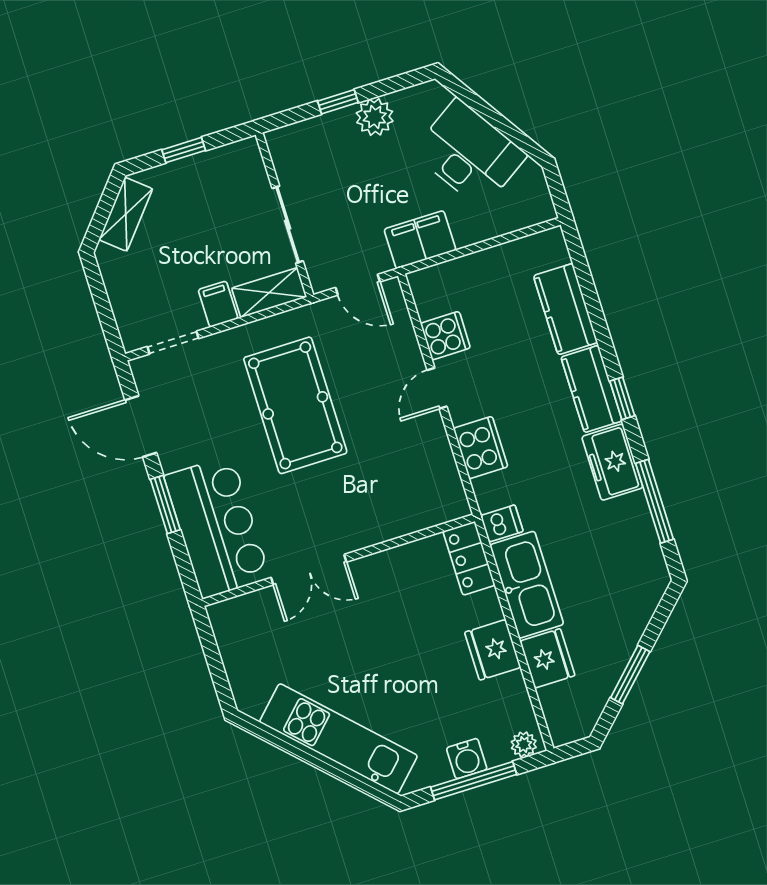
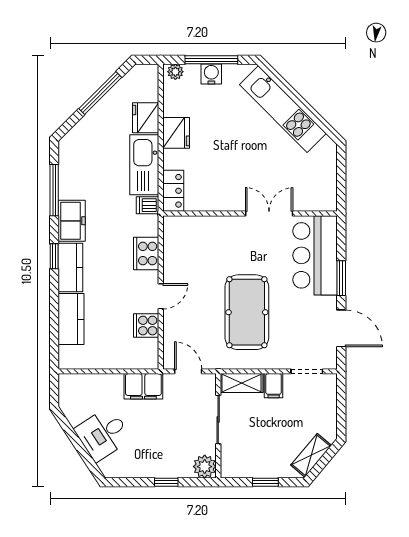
plant: (375, 117) -> (205, 467), moved
desk: (469, 154) -> (103, 434), width x0.73
window: (630, 675) -> (100, 93), width x1.44

